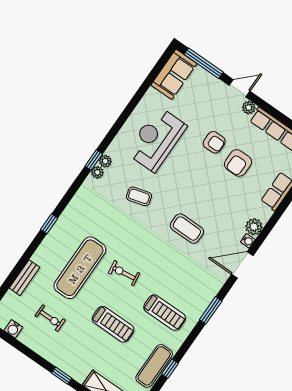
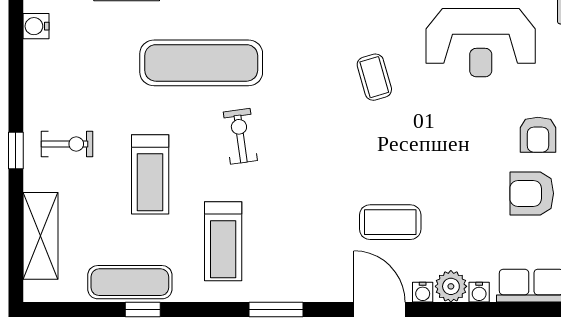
reception desk: (156, 139) -> (481, 43), turned 180
water cooler: (265, 216) -> (479, 292), added
coffee table: (187, 229) -> (390, 222), moved, turned 90
exercise bike: (50, 318) -> (67, 144), moved, turned -90

